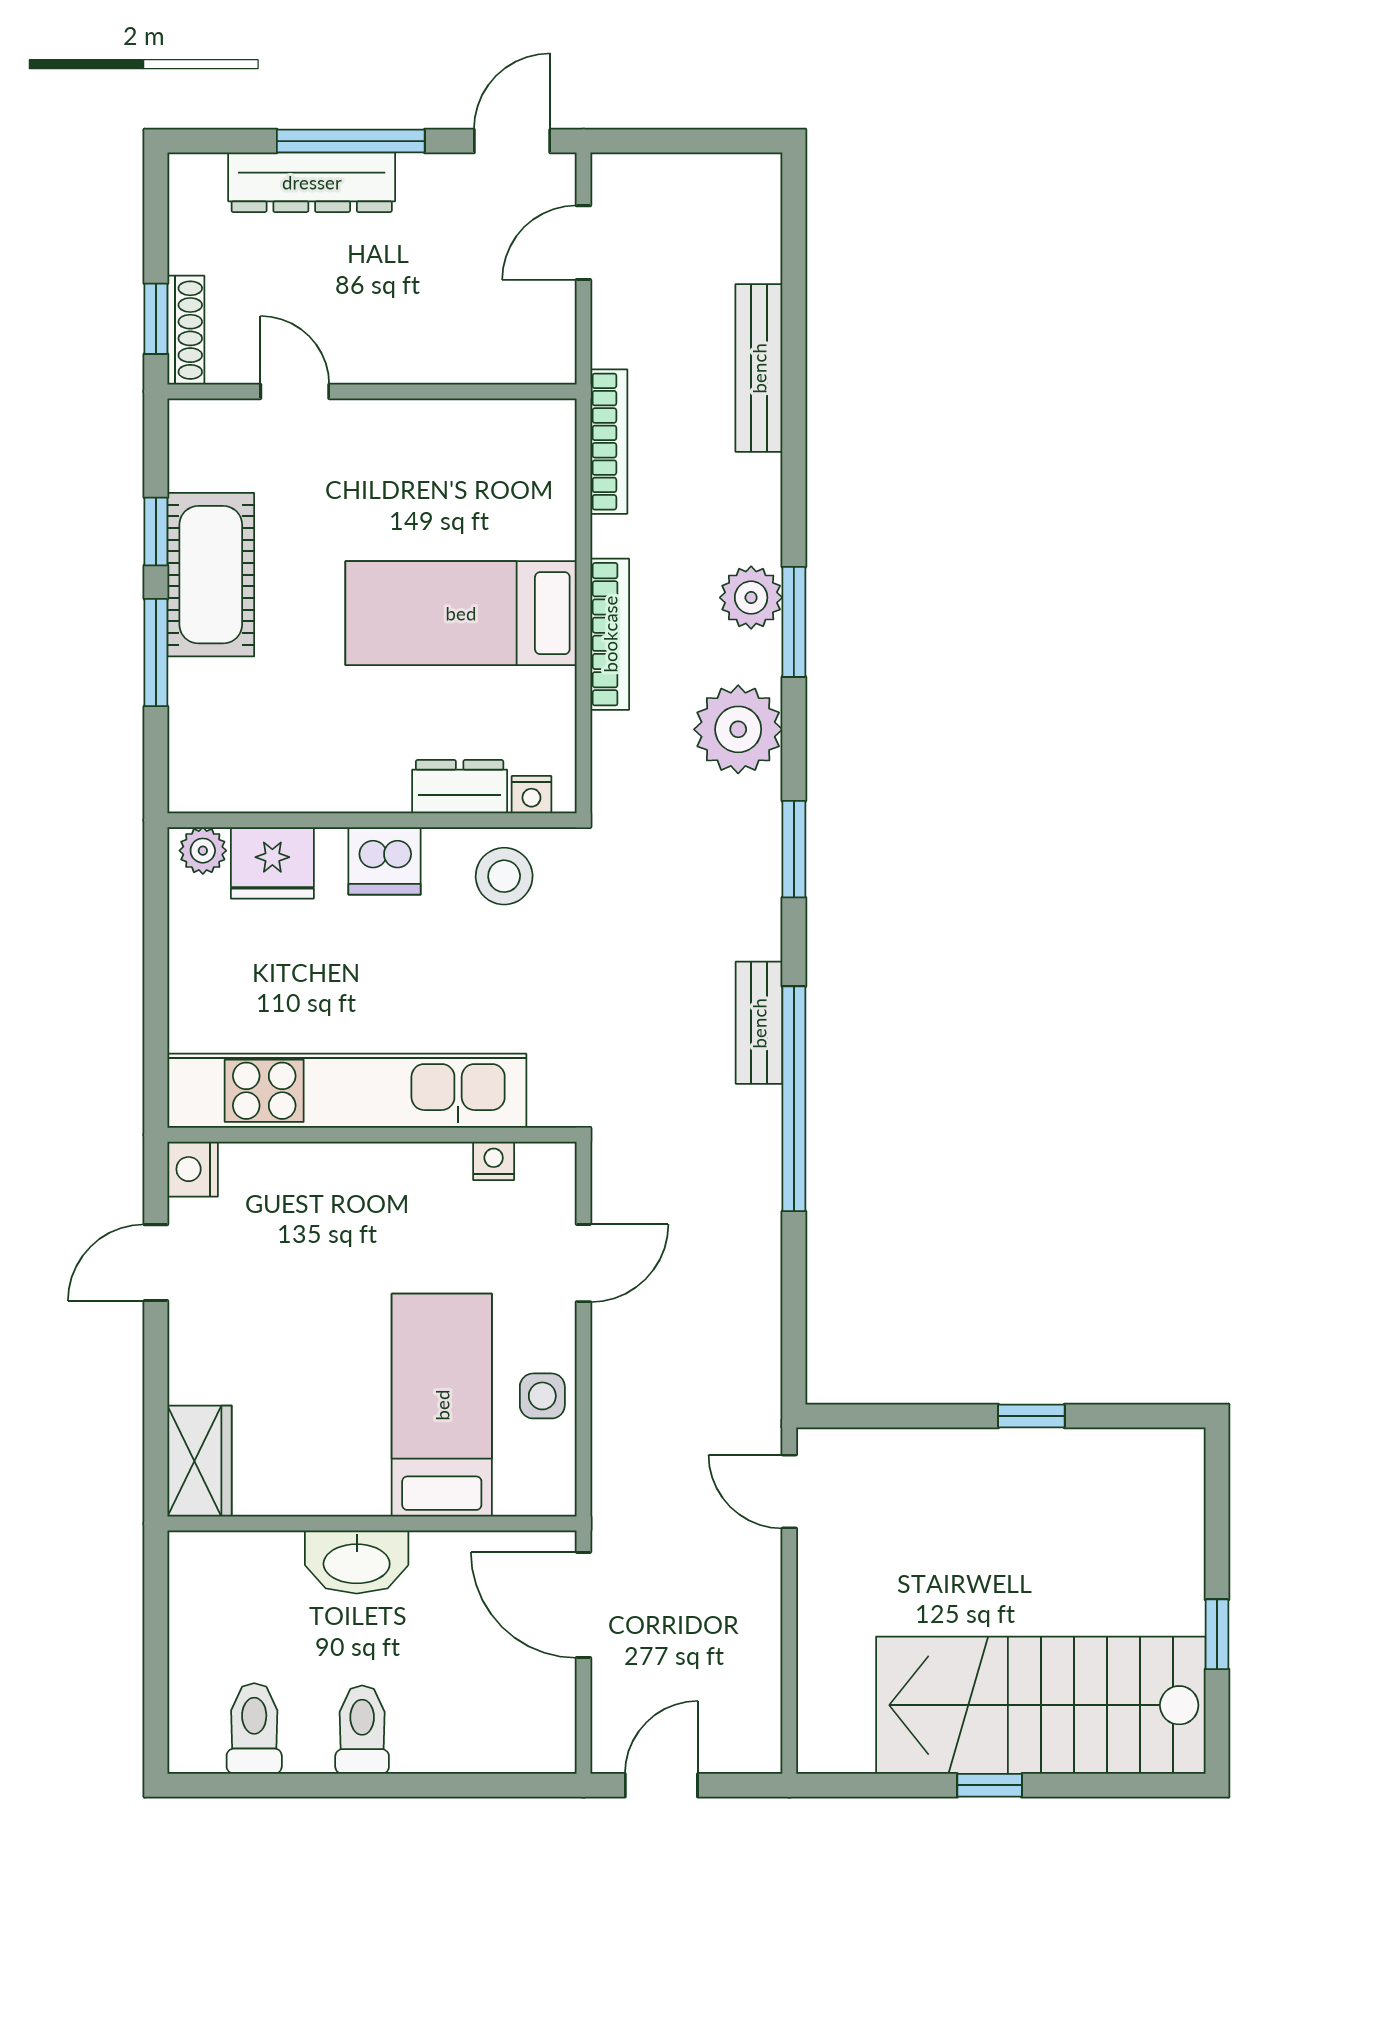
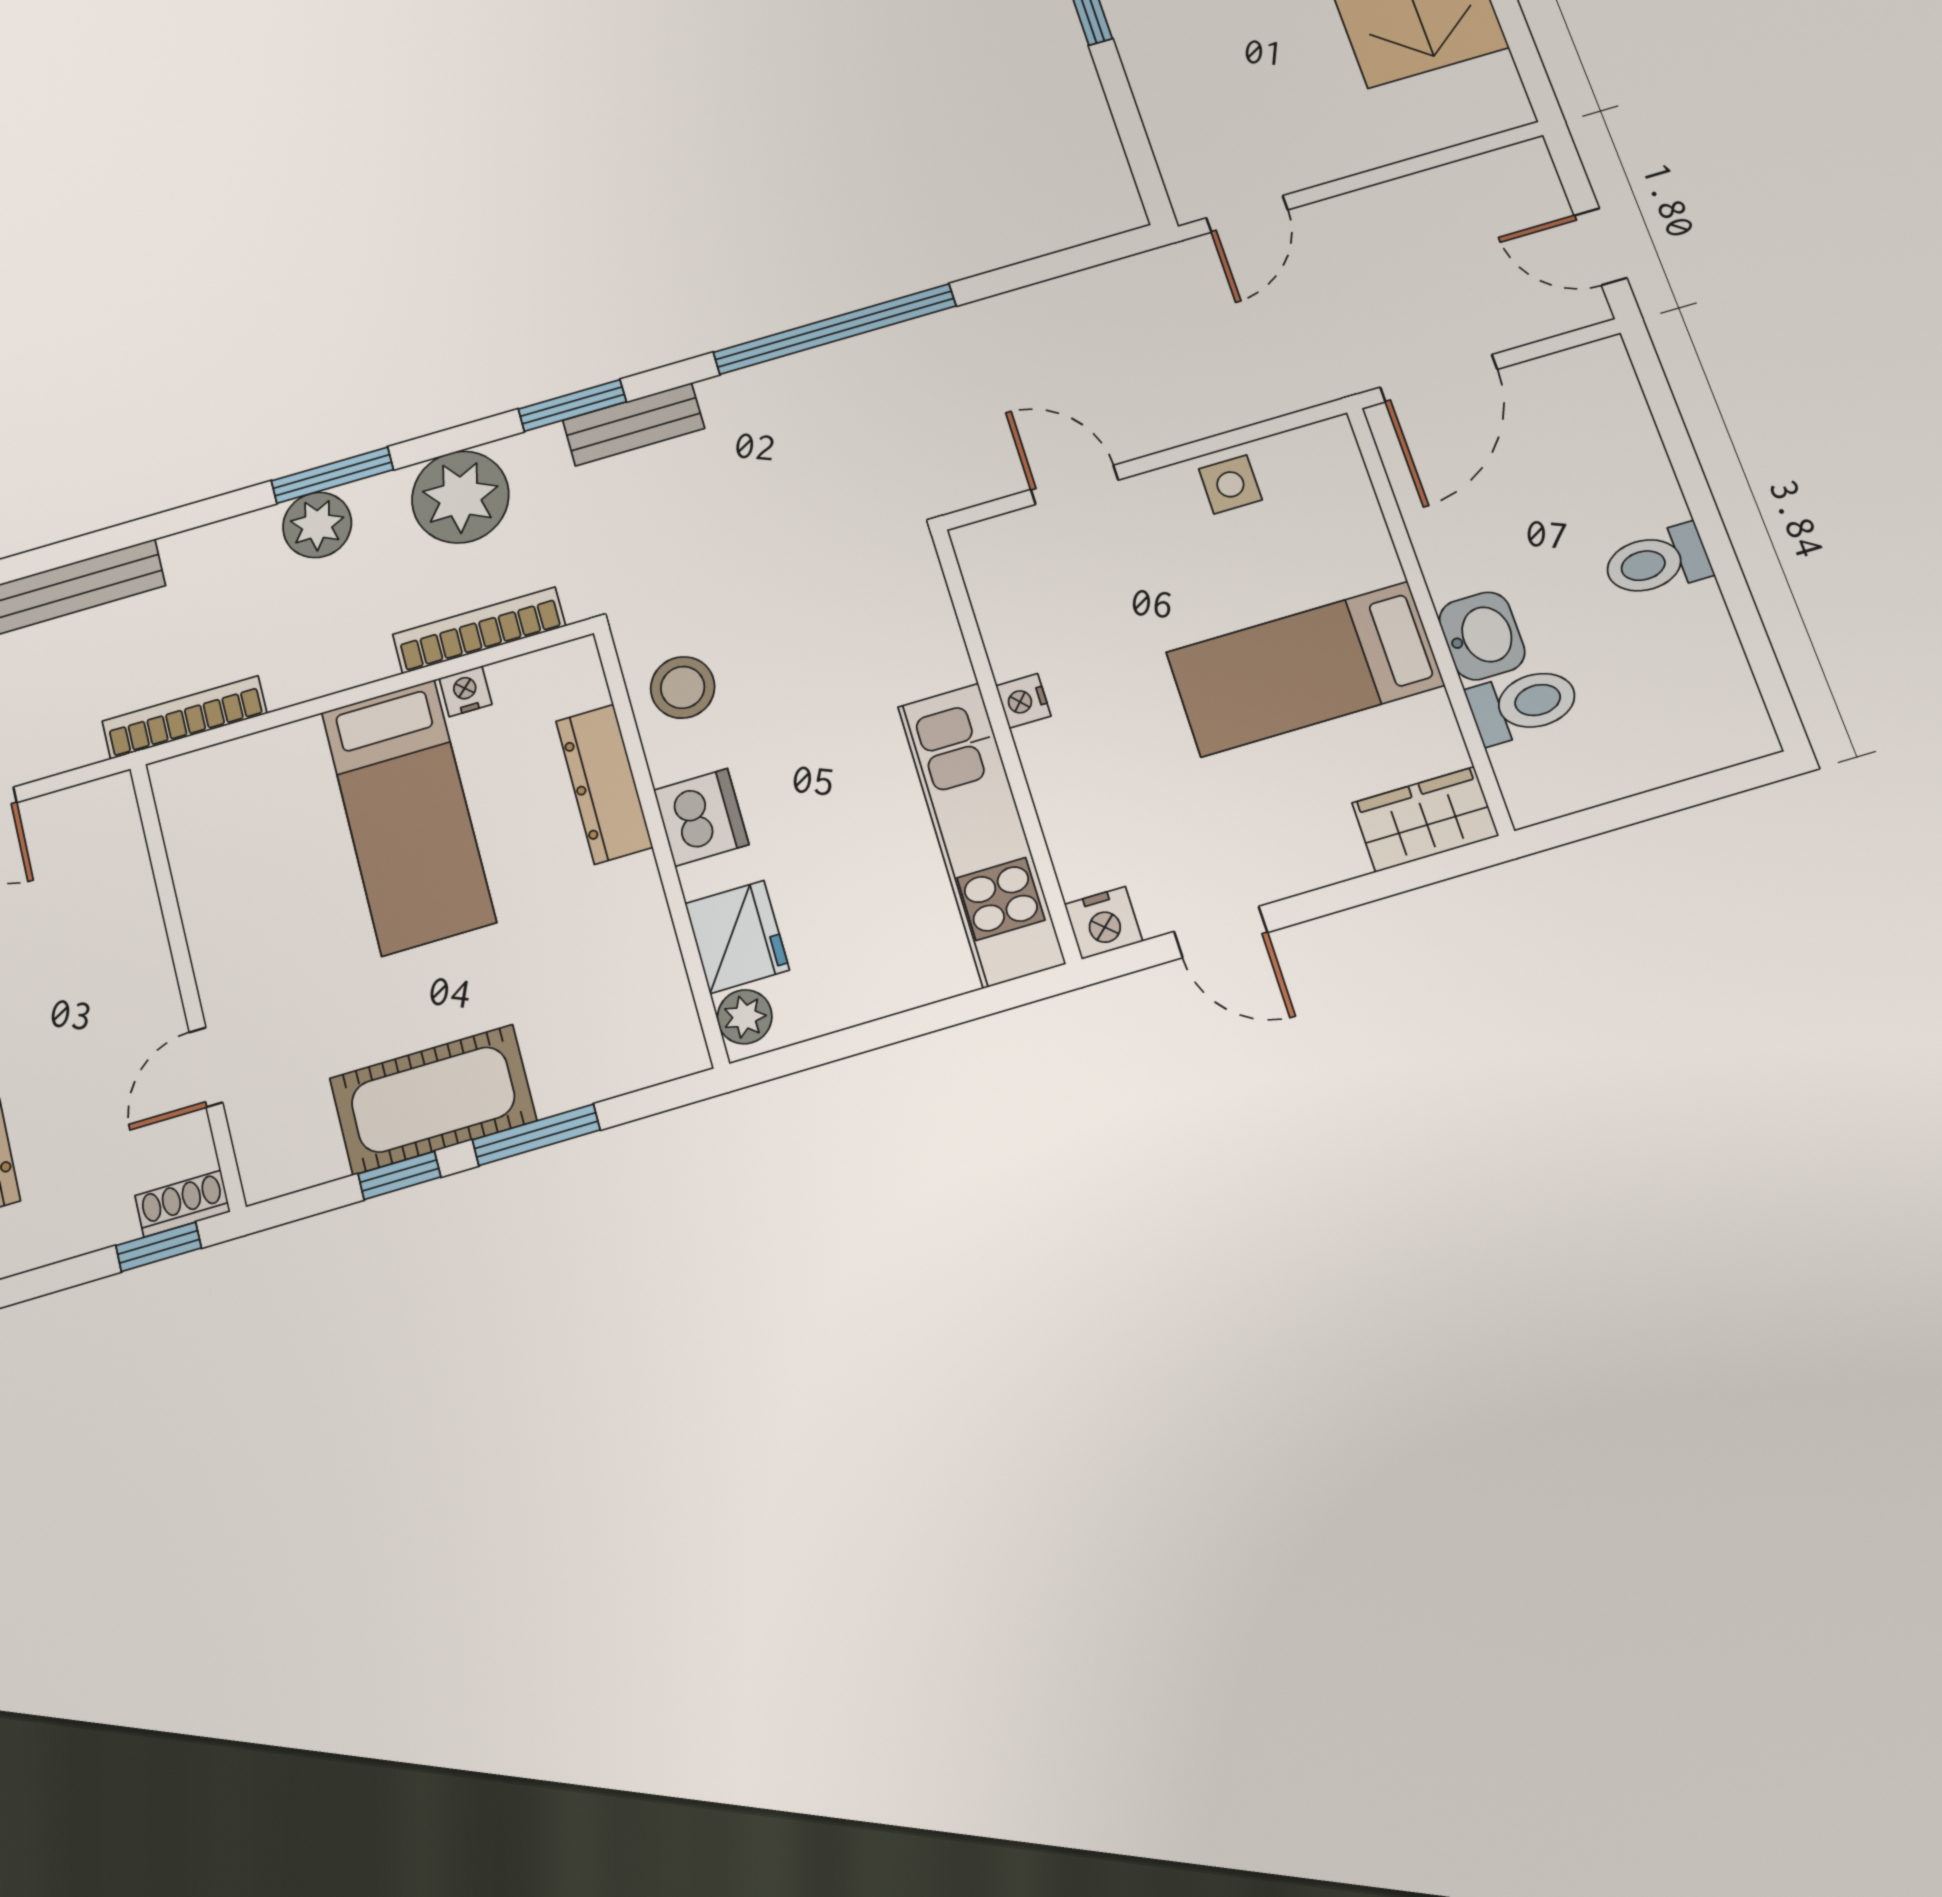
shoe rack: (186, 330) -> (182, 1204), width x0.70
bookcase: (610, 634) -> (479, 630), moved
dresser: (460, 787) -> (604, 784), width x1.44
nightstand: (531, 795) -> (466, 691), moved, turned -90
bench: (759, 1023) -> (634, 424), moved
kitchen unit: (347, 1091) -> (981, 834), width x0.73
nightstand: (494, 1161) -> (1023, 701), moved
bed: (442, 1405) -> (1305, 669), moved
washbasin: (357, 1562) -> (1482, 636), width x0.72
toilet: (254, 1728) -> (1524, 704), moved, turned 180

